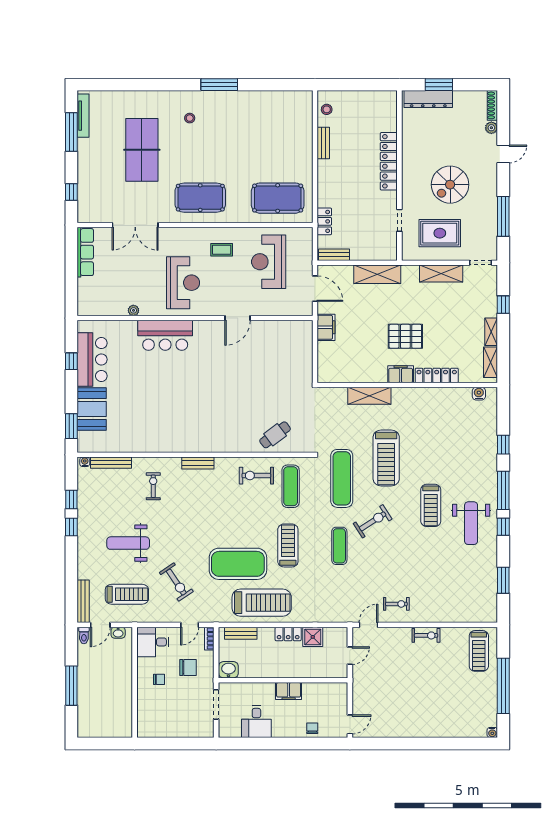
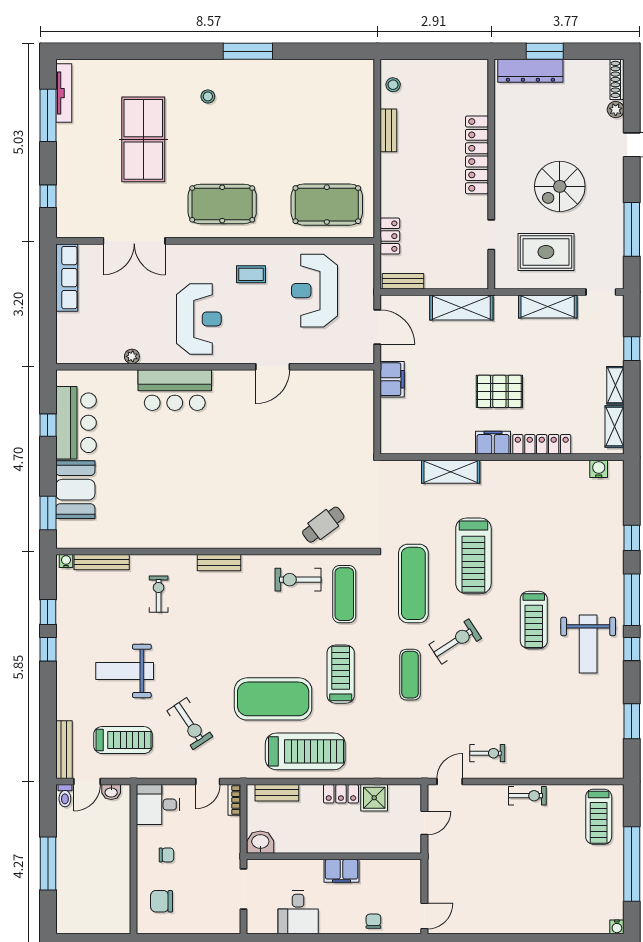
chair: (188, 667) -> (162, 901), moved, turned 180

